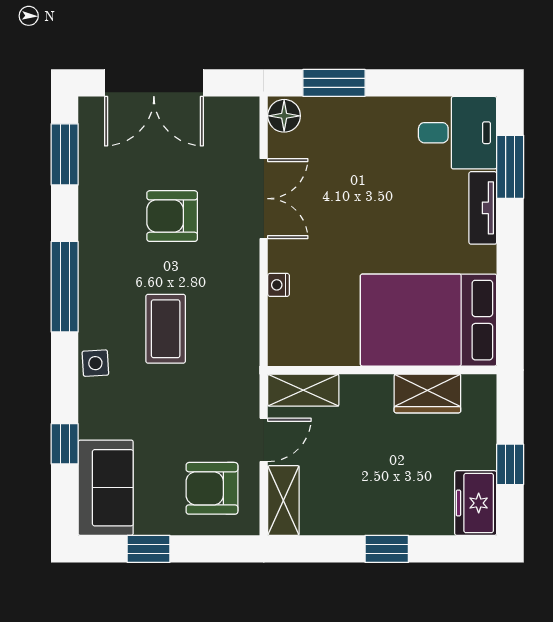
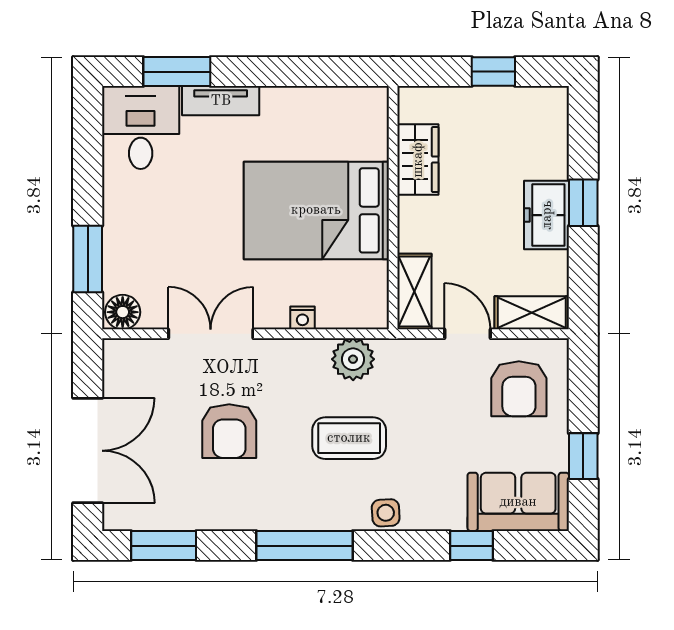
bed: (429, 320) -> (316, 210), moved, turned 90
plant: (240, 332) -> (353, 359), added
freezer: (476, 503) -> (547, 215), moved, turned 90

